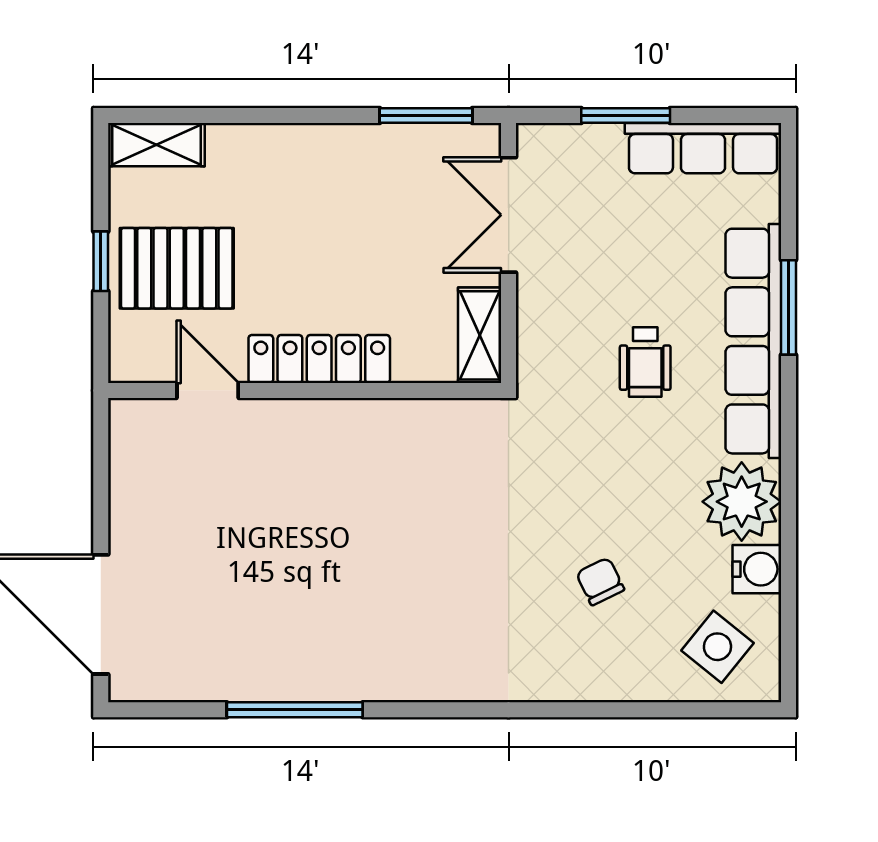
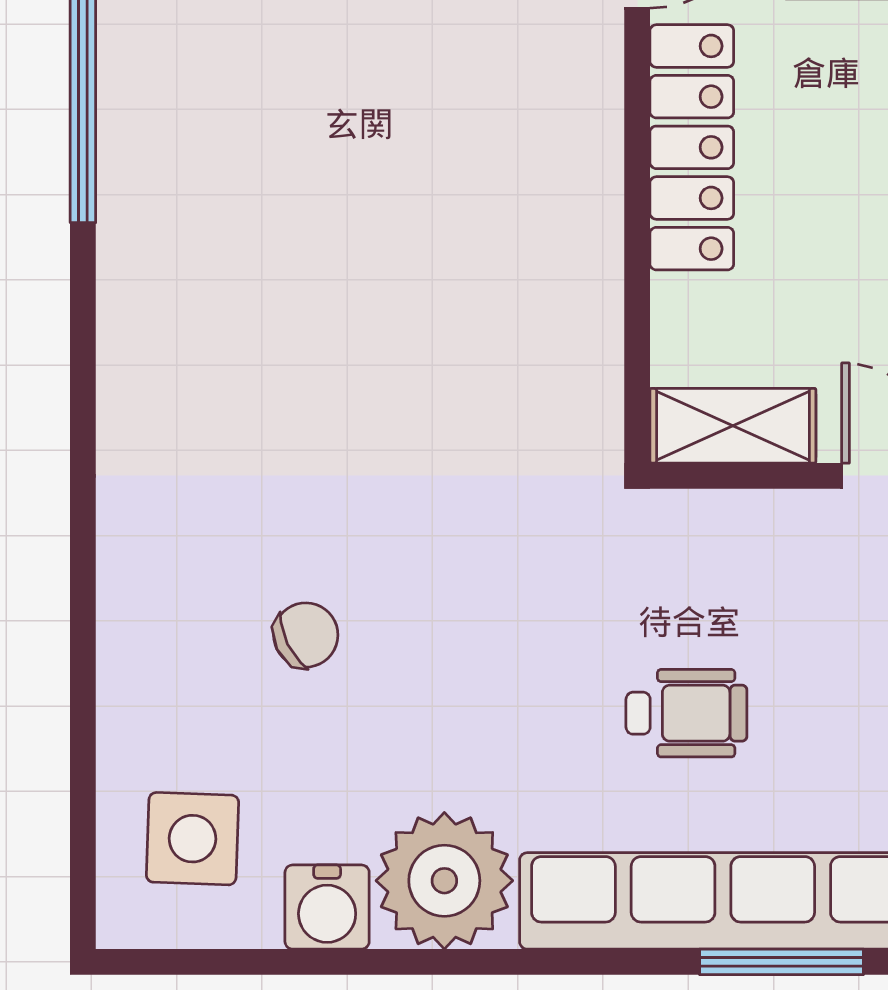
wheelchair: (645, 362) -> (686, 713), turned 180
side table: (717, 647) -> (192, 839), turned -37

